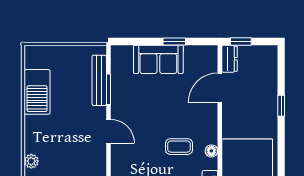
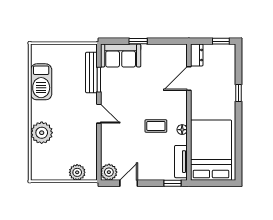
window: (174, 42) -> (138, 41), moved
window: (241, 42) -> (221, 41), moved
sofa: (158, 59) -> (121, 56), moved
plant: (31, 161) -> (42, 133), width x1.87, depth x1.87

